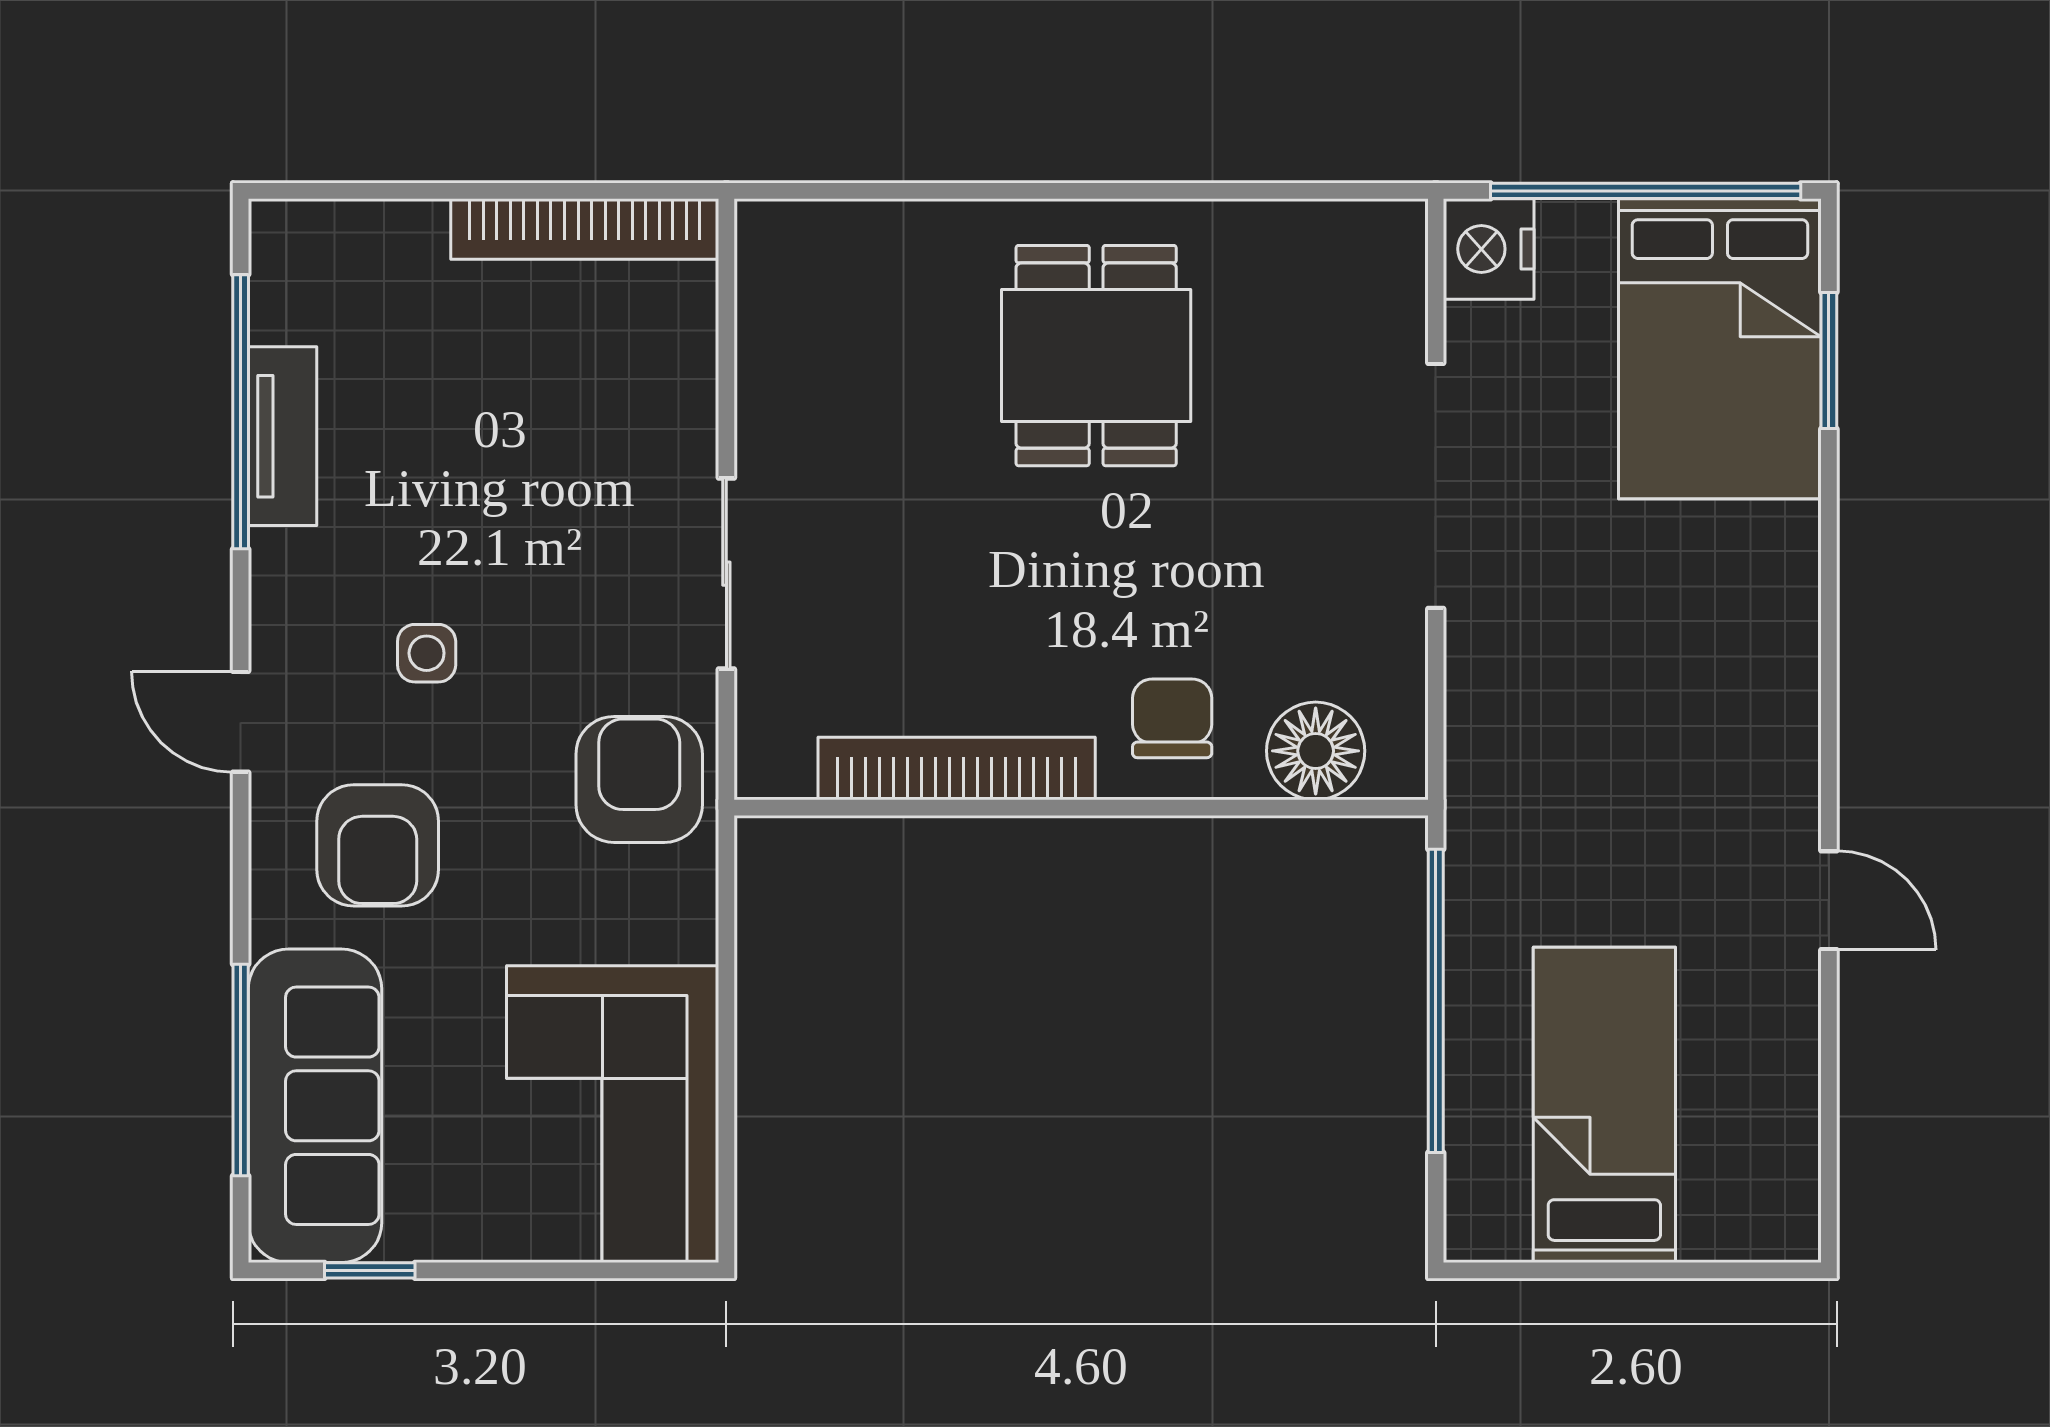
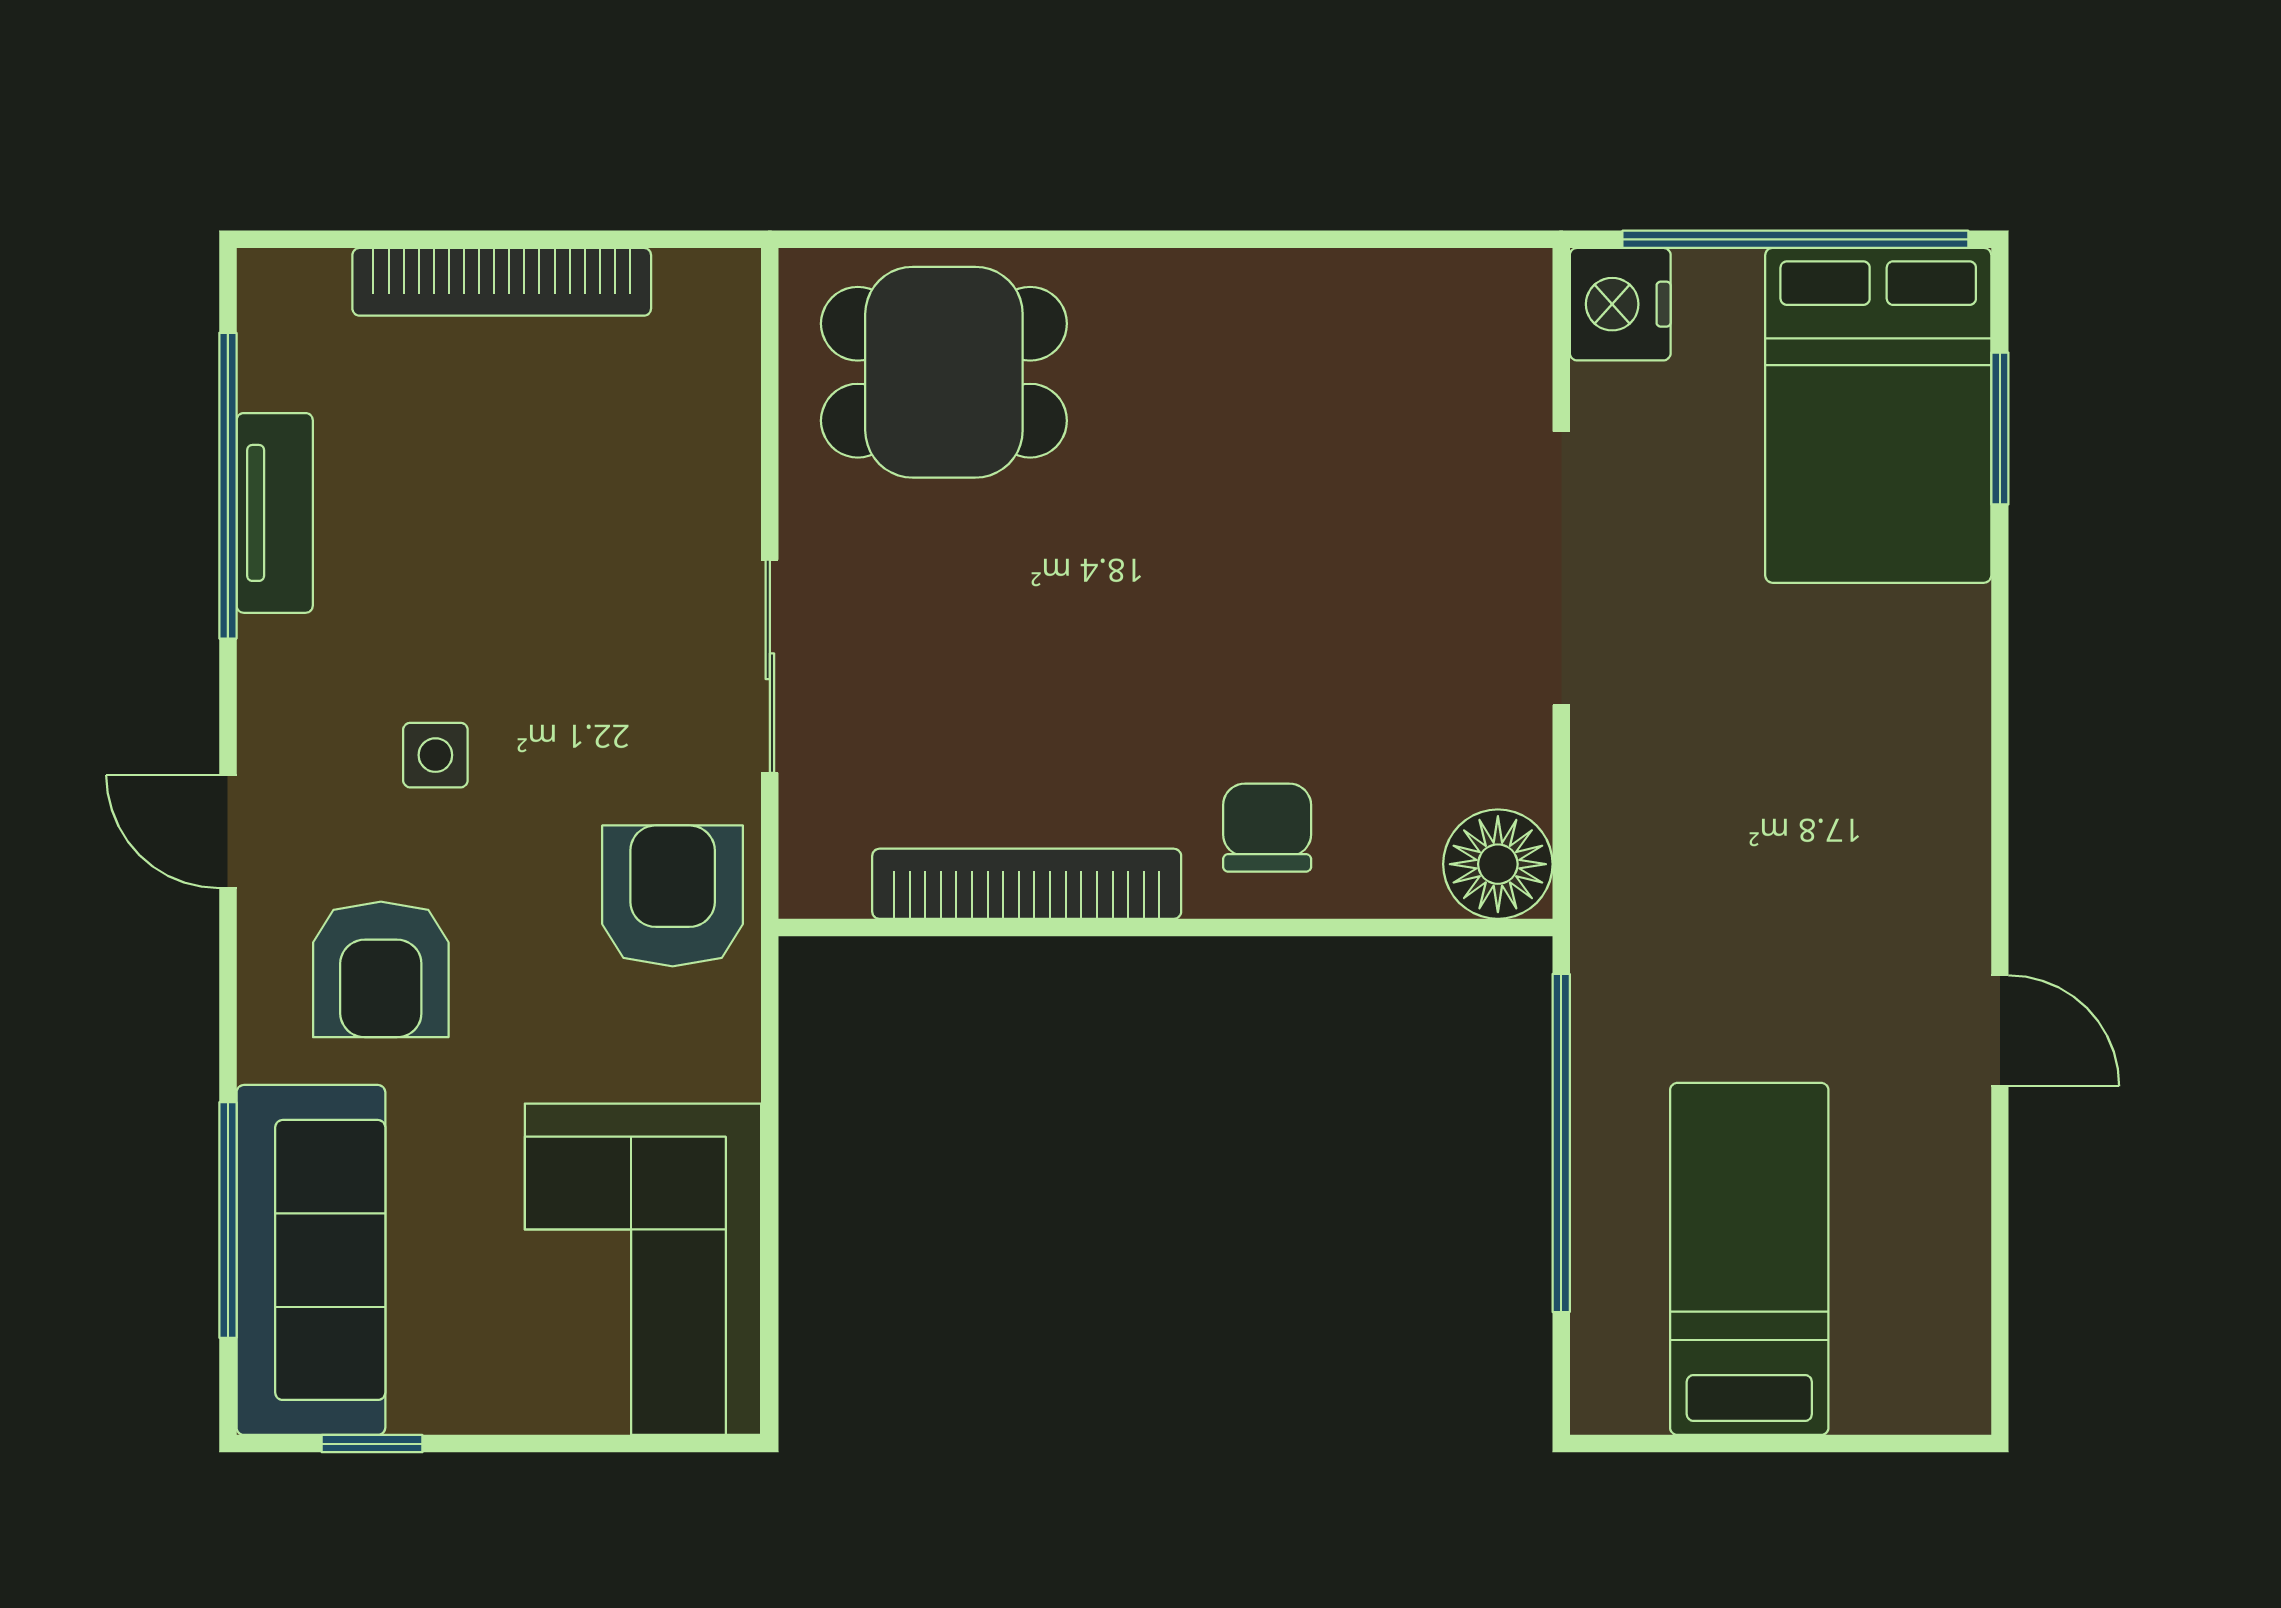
bookcase: (585, 229) -> (502, 282), moved
dining table: (1096, 356) -> (944, 372), moved, turned 90
floor lamp: (1316, 751) -> (1498, 864), moved

